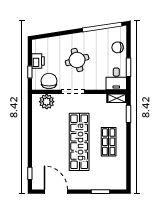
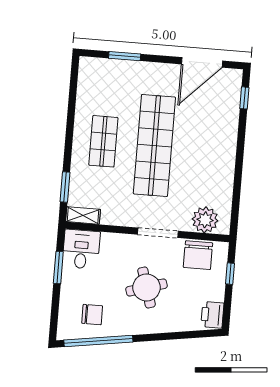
chair: (118, 47) -> (92, 315), moved
printer: (38, 61) -> (212, 315), moved
door: (56, 192) -> (202, 62), hinge flipped

